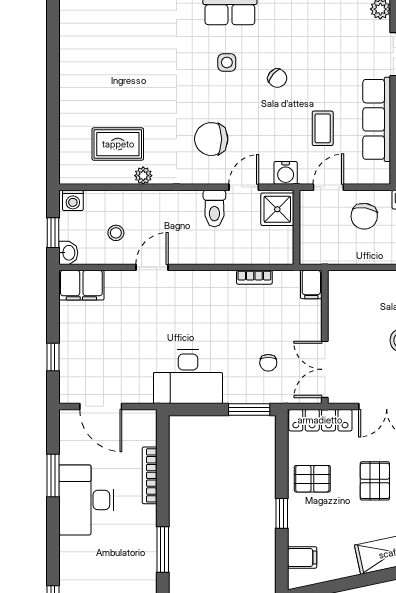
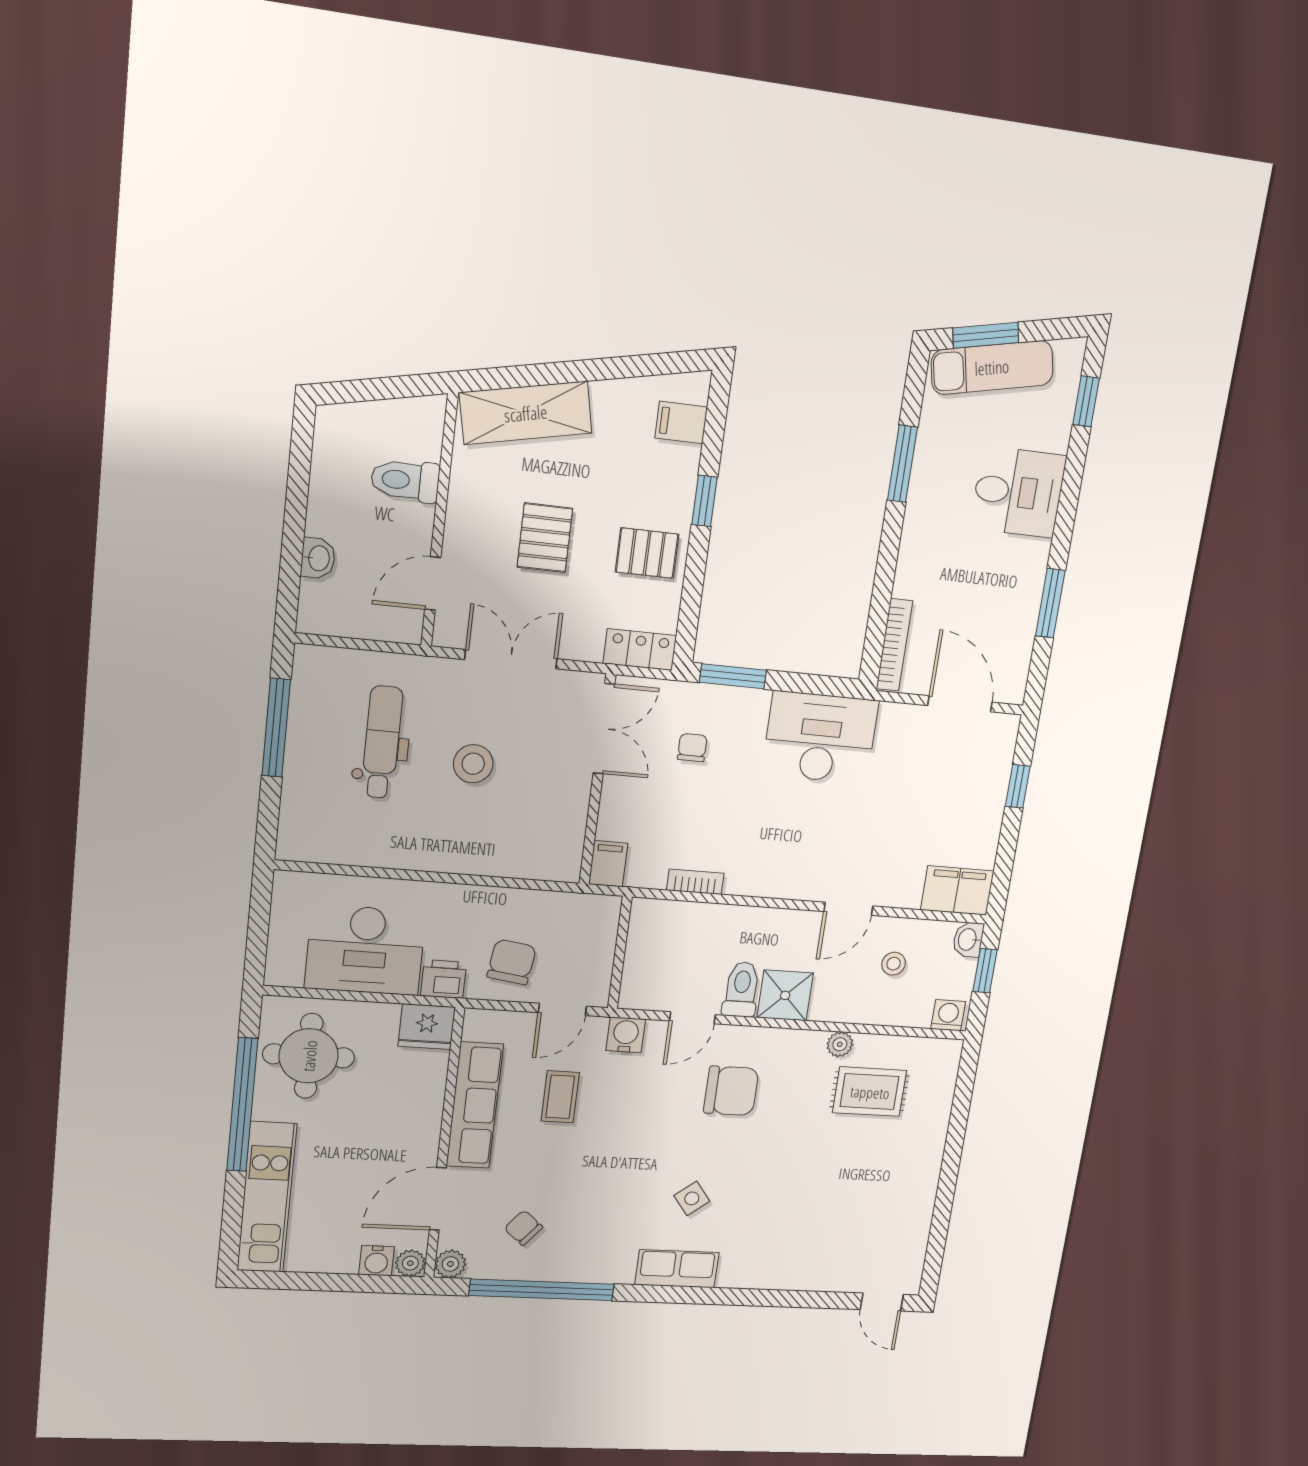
side table: (227, 62) -> (692, 1198), turned -38
chair: (277, 78) -> (523, 1228), moved
shower: (277, 209) -> (785, 995), moved
locker: (320, 420) -> (640, 650), width x0.66
bookcase: (150, 475) -> (894, 645), moved
desk: (86, 500) -> (1018, 492), moved, width x0.73

